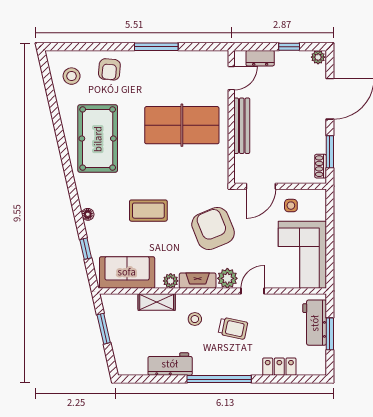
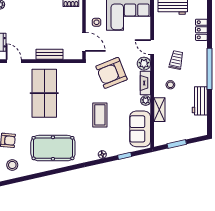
bench: (242, 126) -> (49, 54), width x0.73

